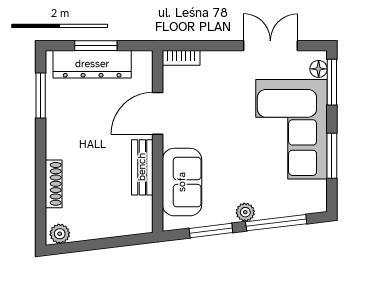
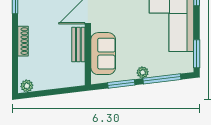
window: (332, 156) -> (197, 54), moved
shoe rack: (54, 184) -> (23, 41), moved

